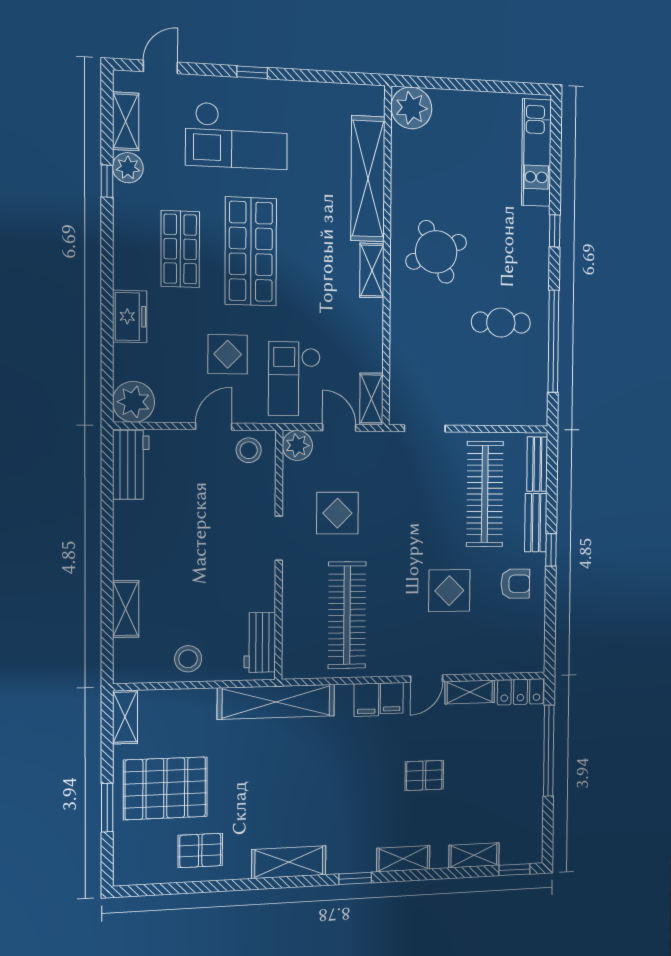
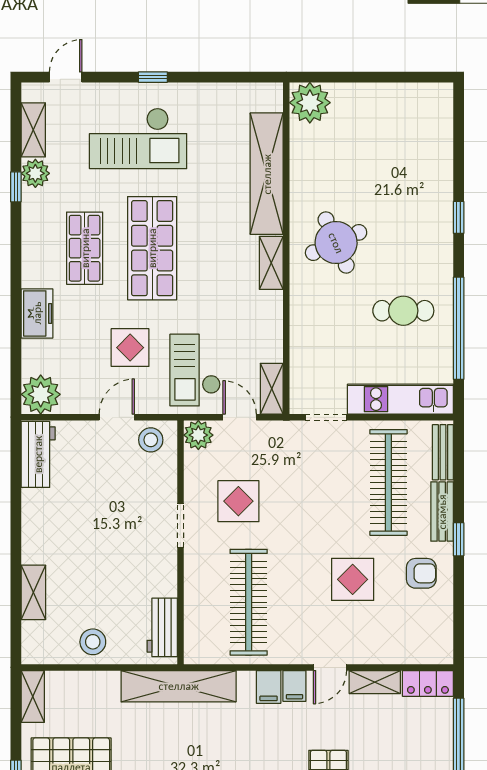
kitchen unit: (536, 153) -> (400, 399), moved, turned 90

